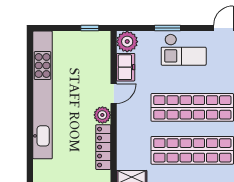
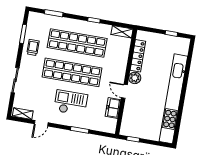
plant: (127, 42) -> (109, 125), removed
checkout: (184, 50) -> (71, 103), moved
door: (114, 94) -> (124, 91), hinge flipped

